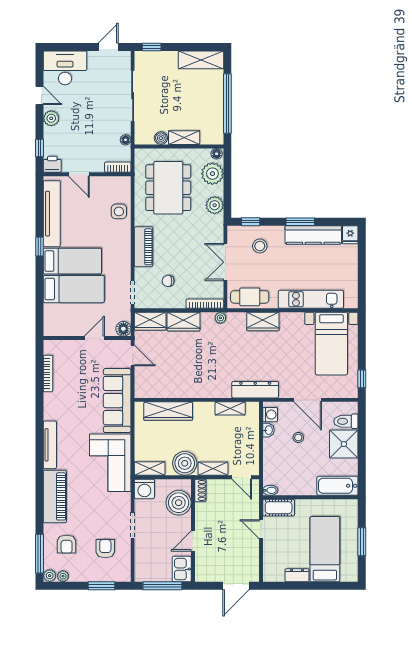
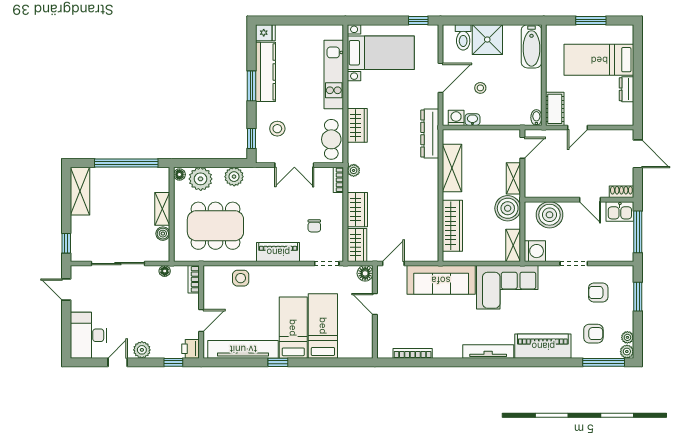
bookcase: (205, 304) -> (338, 180), width x0.64
shelving: (230, 408) -> (452, 168), width x1.50, depth x1.33
shoe rack: (200, 490) -> (621, 192), moved

